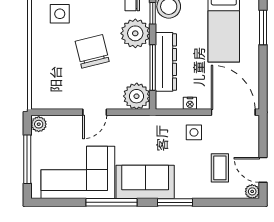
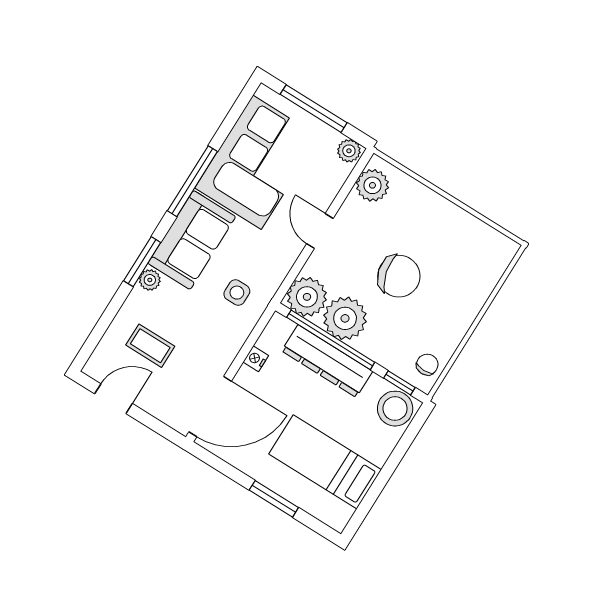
side table: (60, 14) -> (472, 265), removed
window: (263, 27) -> (274, 499), moved
plant: (135, 33) -> (345, 318), moved
window: (153, 67) -> (331, 340), width x1.46
plant: (50, 99) -> (372, 185), added
side table: (194, 132) -> (237, 293), moved
plant: (252, 191) -> (150, 280), moved

